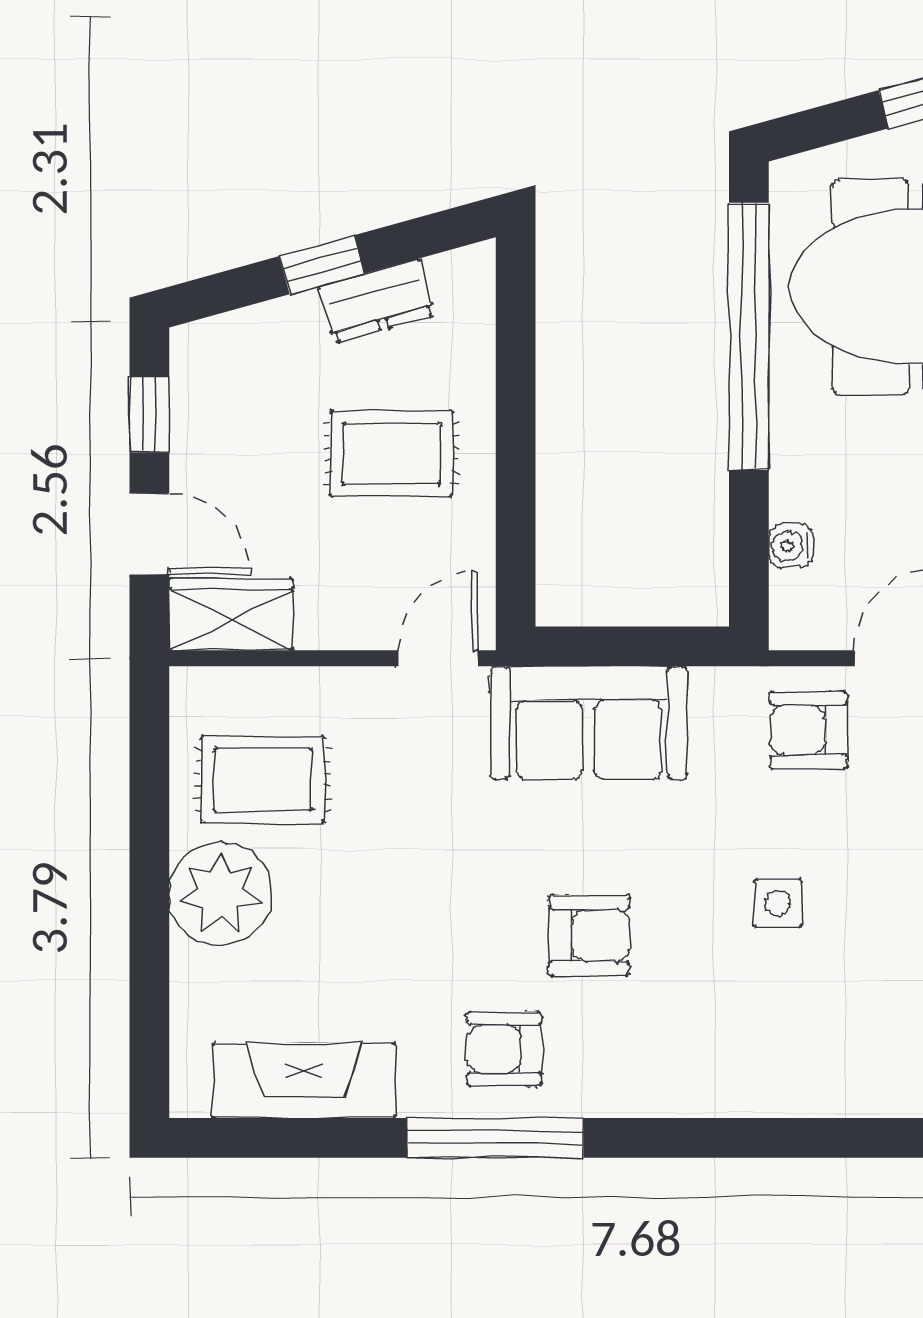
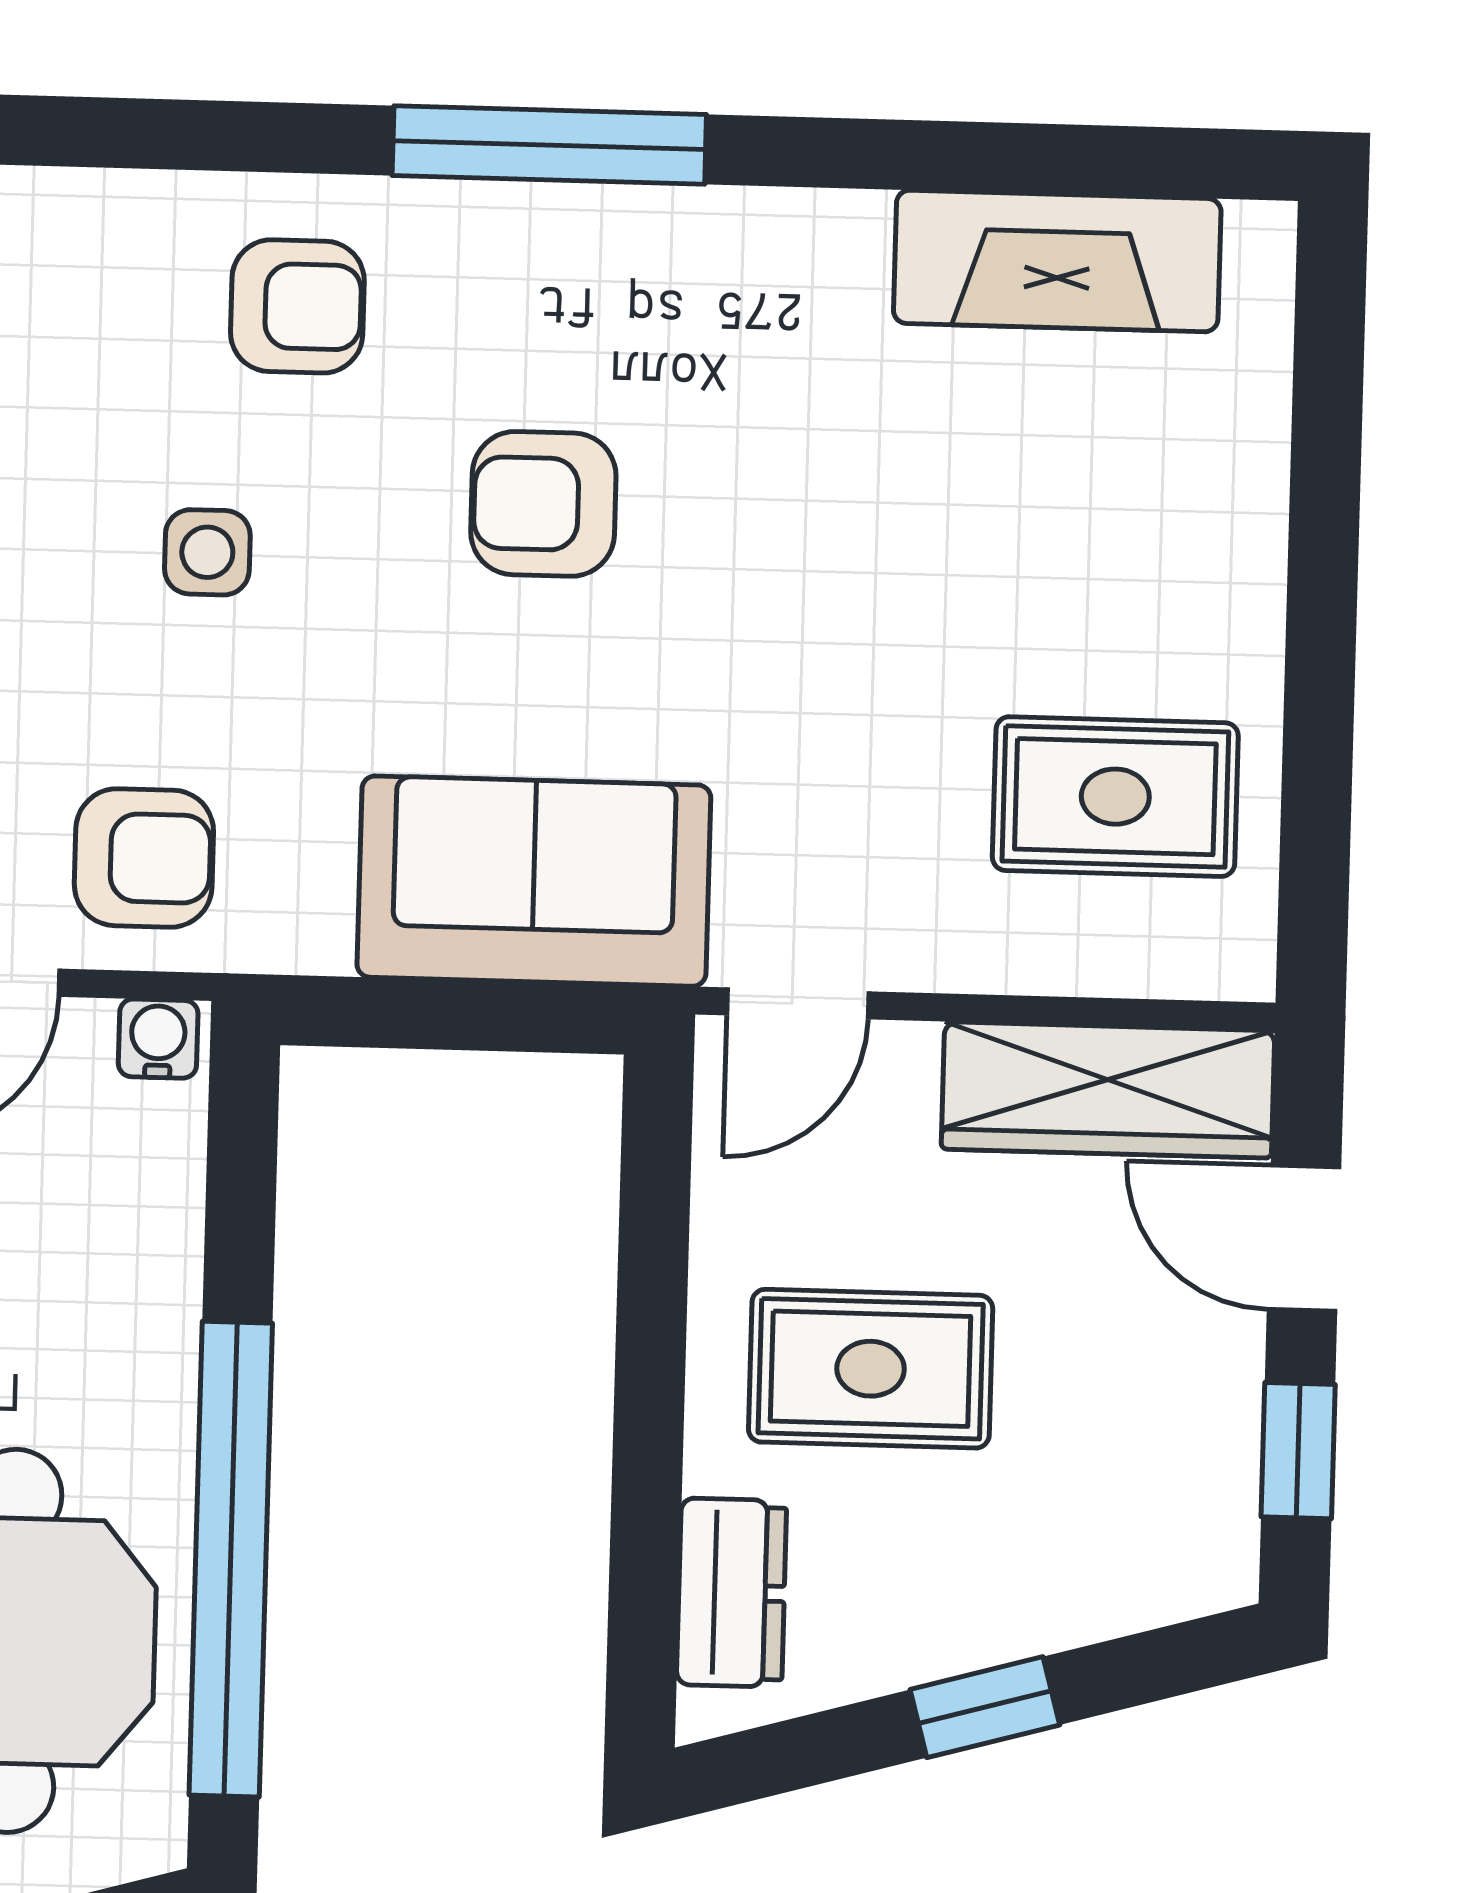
dresser: (377, 301) -> (732, 1593), moved, turned 105
water cooler: (791, 546) -> (158, 1039), moved, turned -90
wardrobe: (231, 614) -> (1108, 1090), width x1.50
plant: (221, 894) -> (1195, 596), removed
armchair: (504, 1049) -> (297, 306), moved
window: (495, 1138) -> (549, 145), moved

